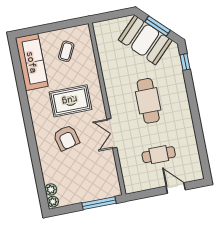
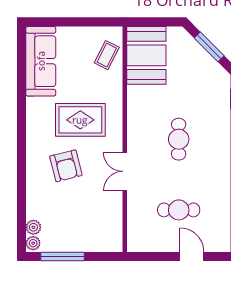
booth: (145, 40) -> (146, 55), moved, turned 45
coffee table: (66, 51) -> (107, 55), moved
cafe table: (148, 101) -> (179, 139), width x0.73, depth x0.74
window: (99, 203) -> (63, 256), moved

